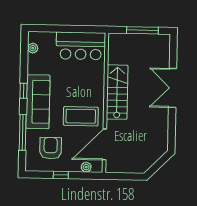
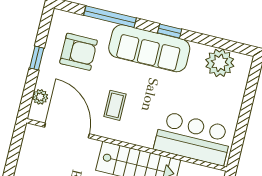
bar counter: (81, 46) -> (193, 138), moved, turned 90
plant: (33, 48) -> (220, 63), width x1.88, depth x1.88
coffee table: (81, 116) -> (115, 105), width x0.54, depth x0.58

